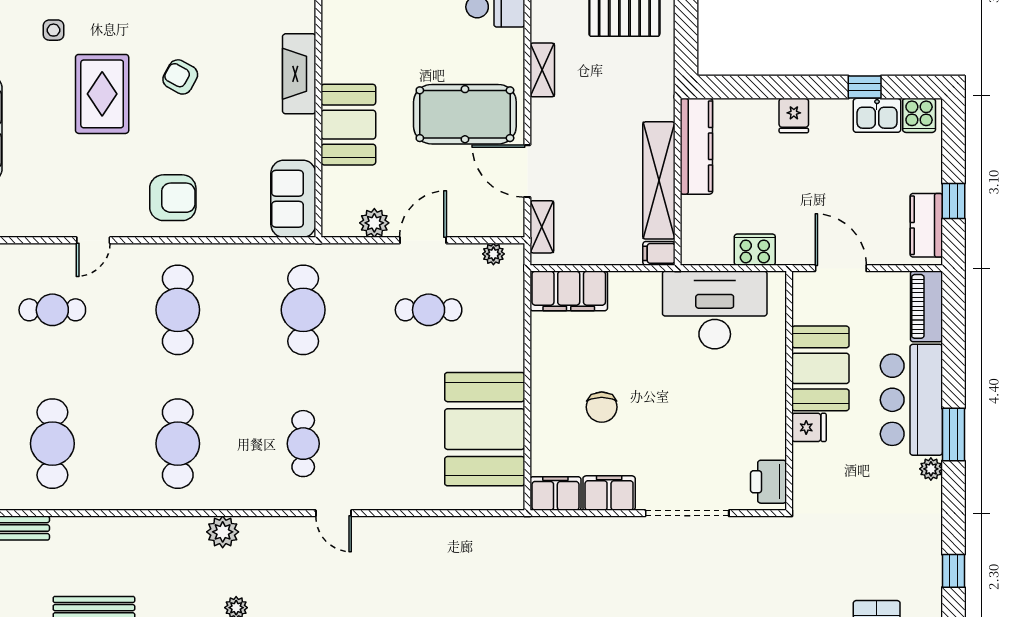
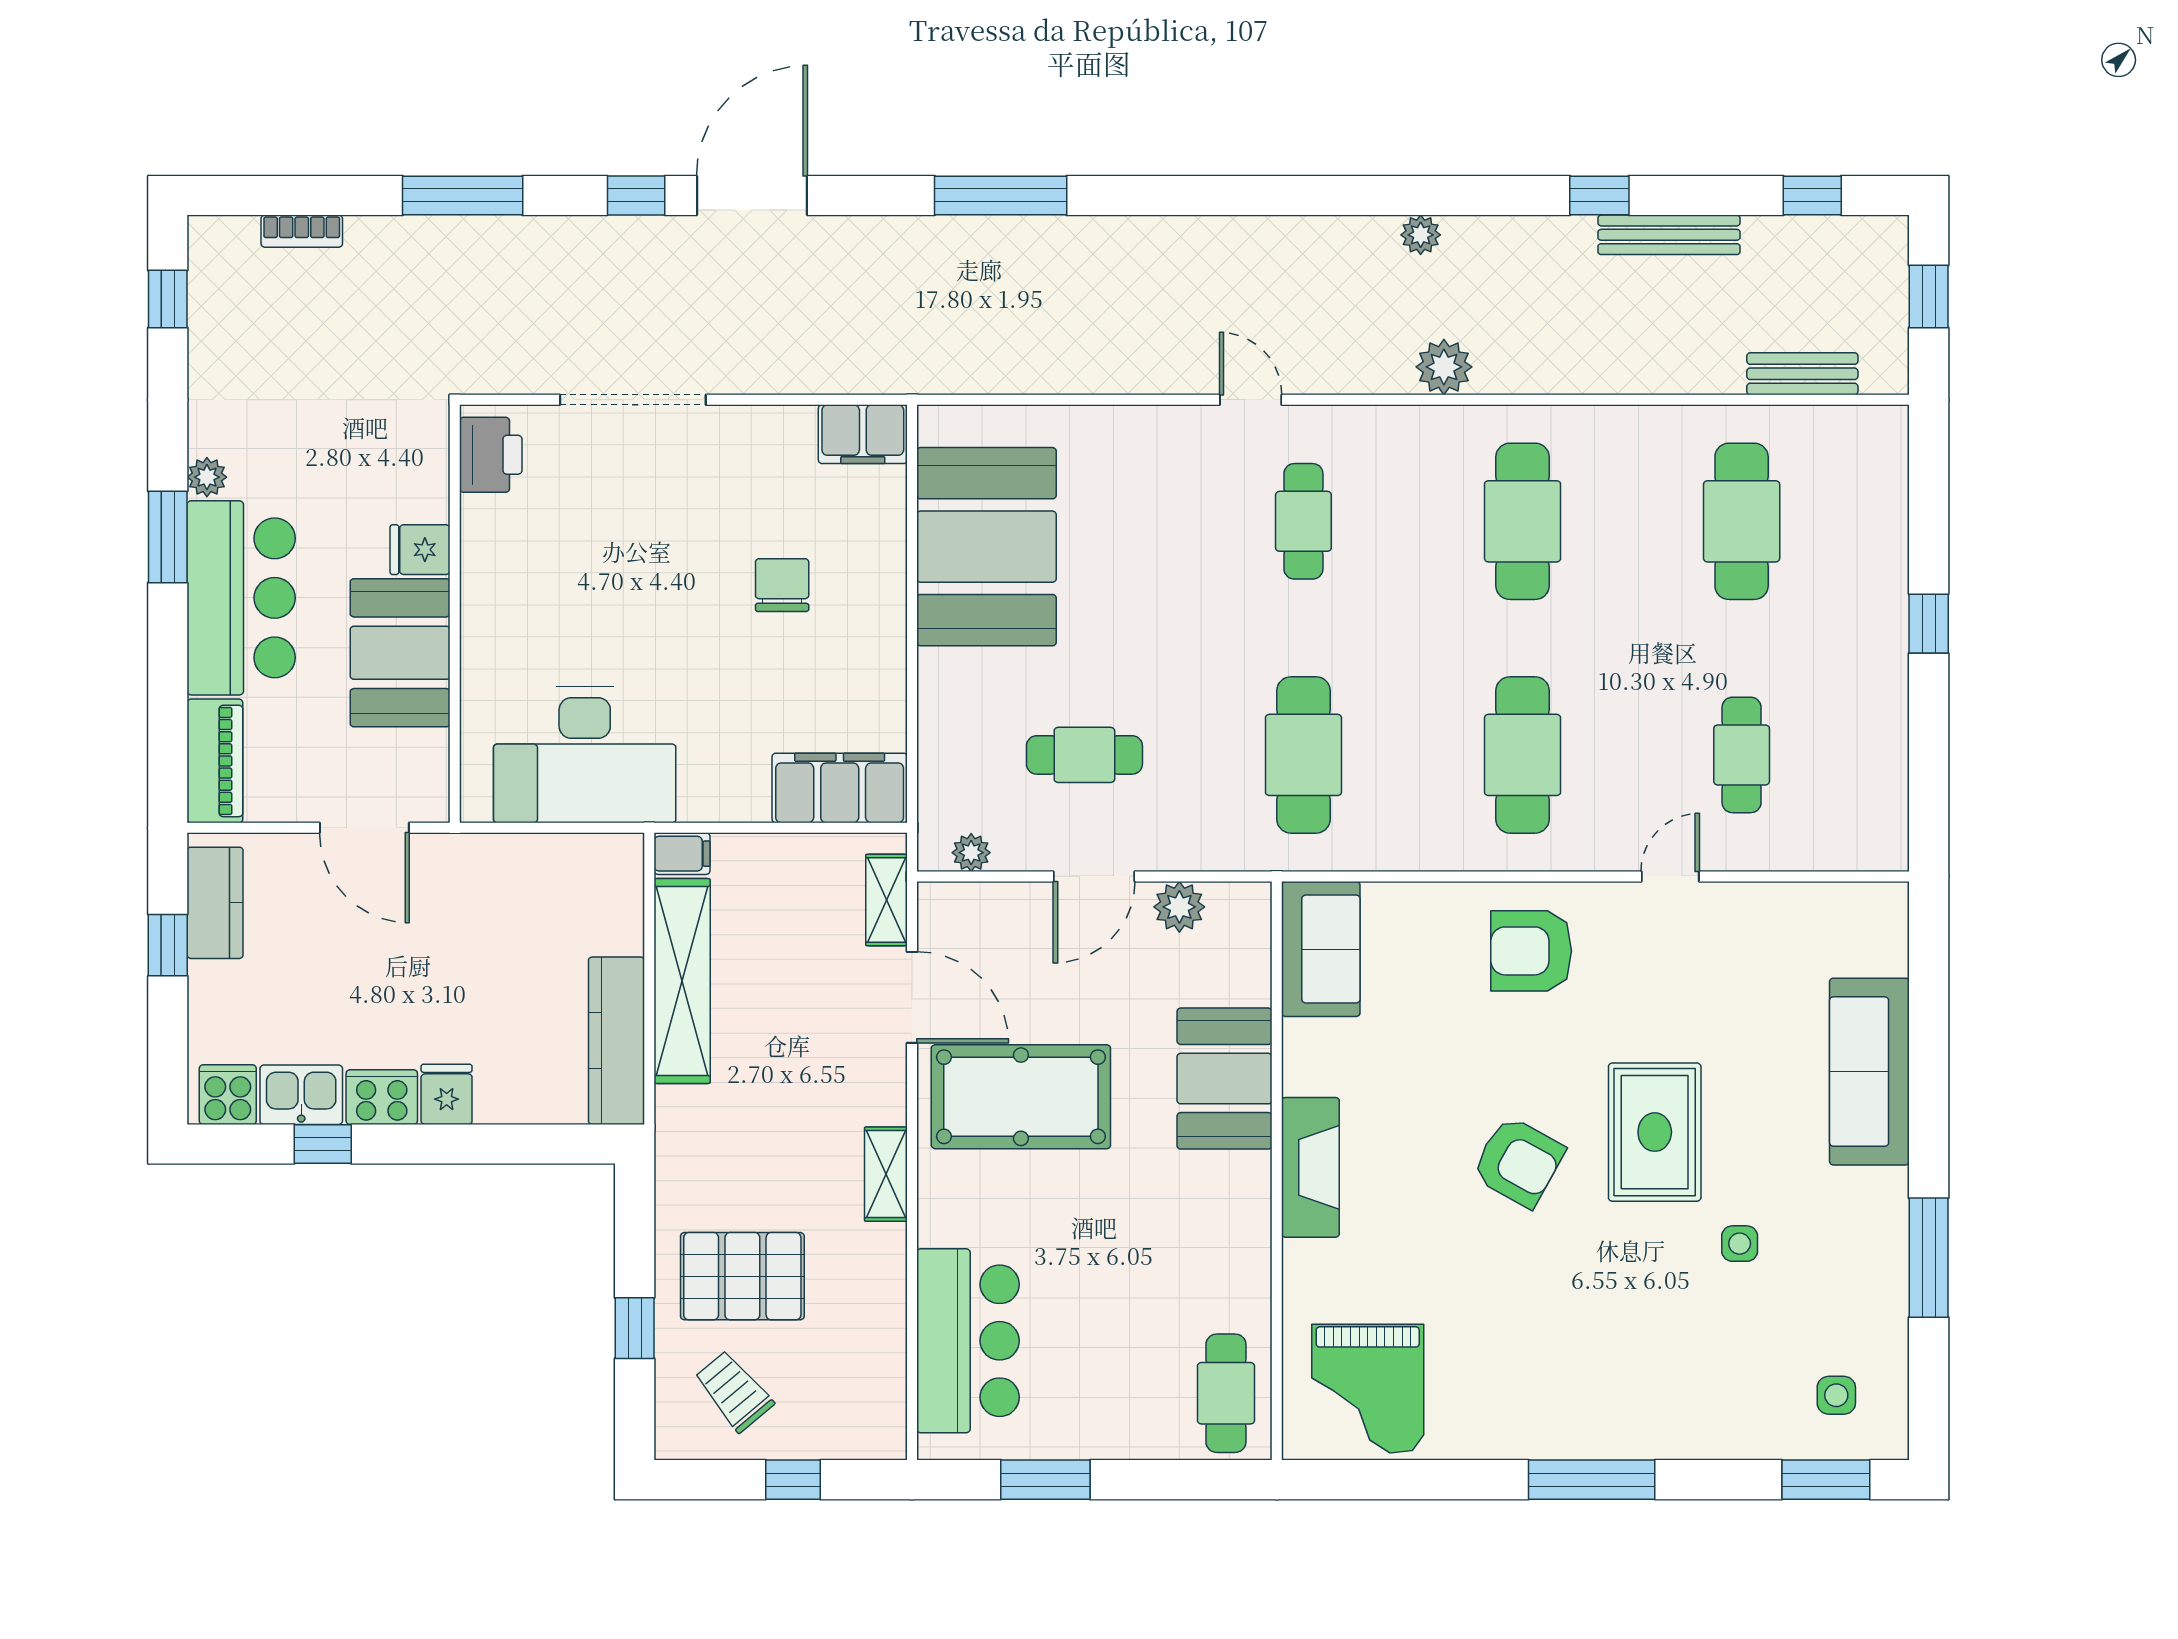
armchair: (180, 77) -> (1518, 1162), width x1.38, depth x1.38
cooker: (755, 250) -> (382, 1097), moved, turned 180
cafe table: (52, 310) -> (1742, 755), turned 90
filing cabinet: (609, 493) -> (769, 435), removed

